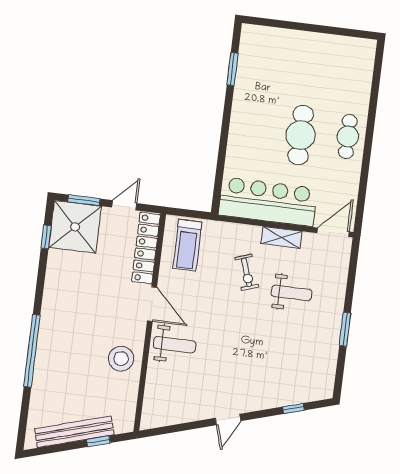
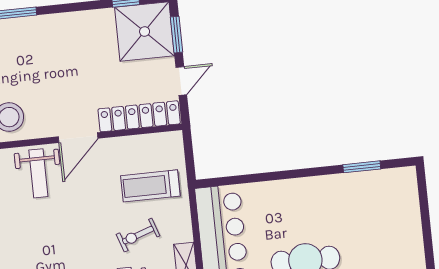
door: (124, 205) -> (181, 81), hinge flipped
treadmill: (187, 245) -> (150, 186), moved

